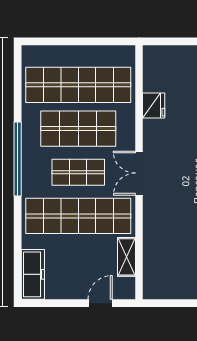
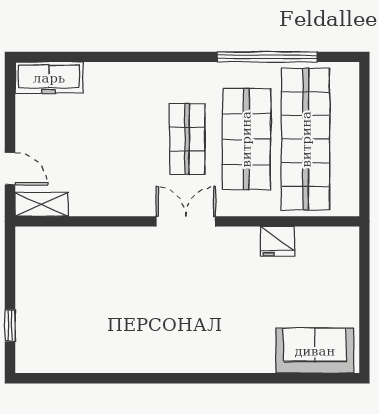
window: (18, 159) -> (267, 57), moved
shop shelf: (78, 216) -> (128, 139), removed
shelving: (126, 257) -> (42, 204), moved

